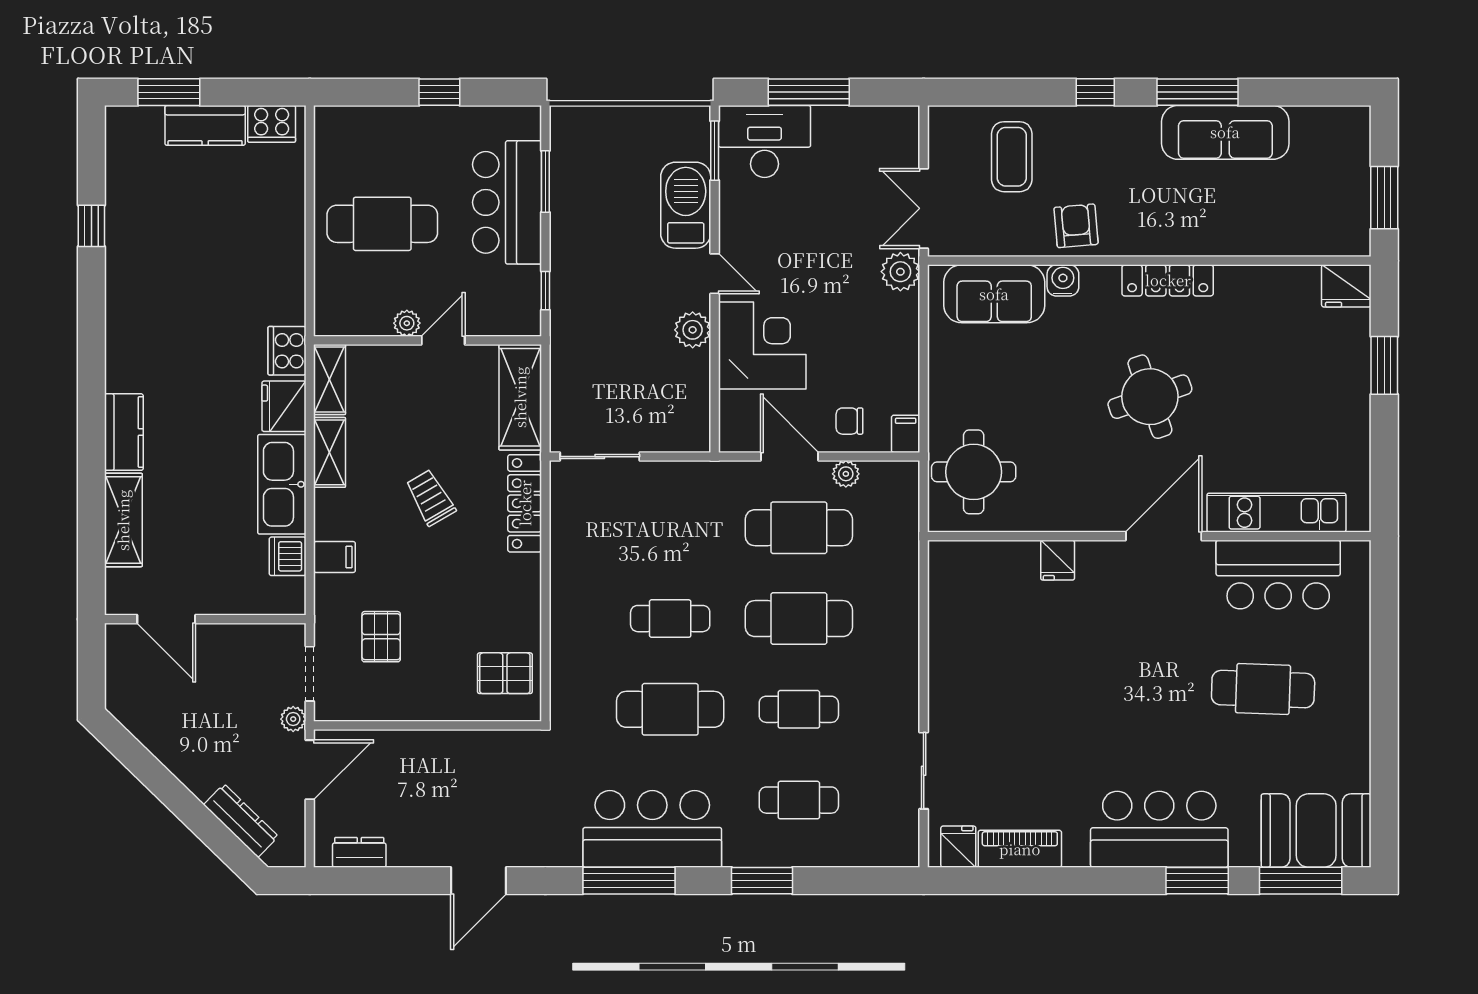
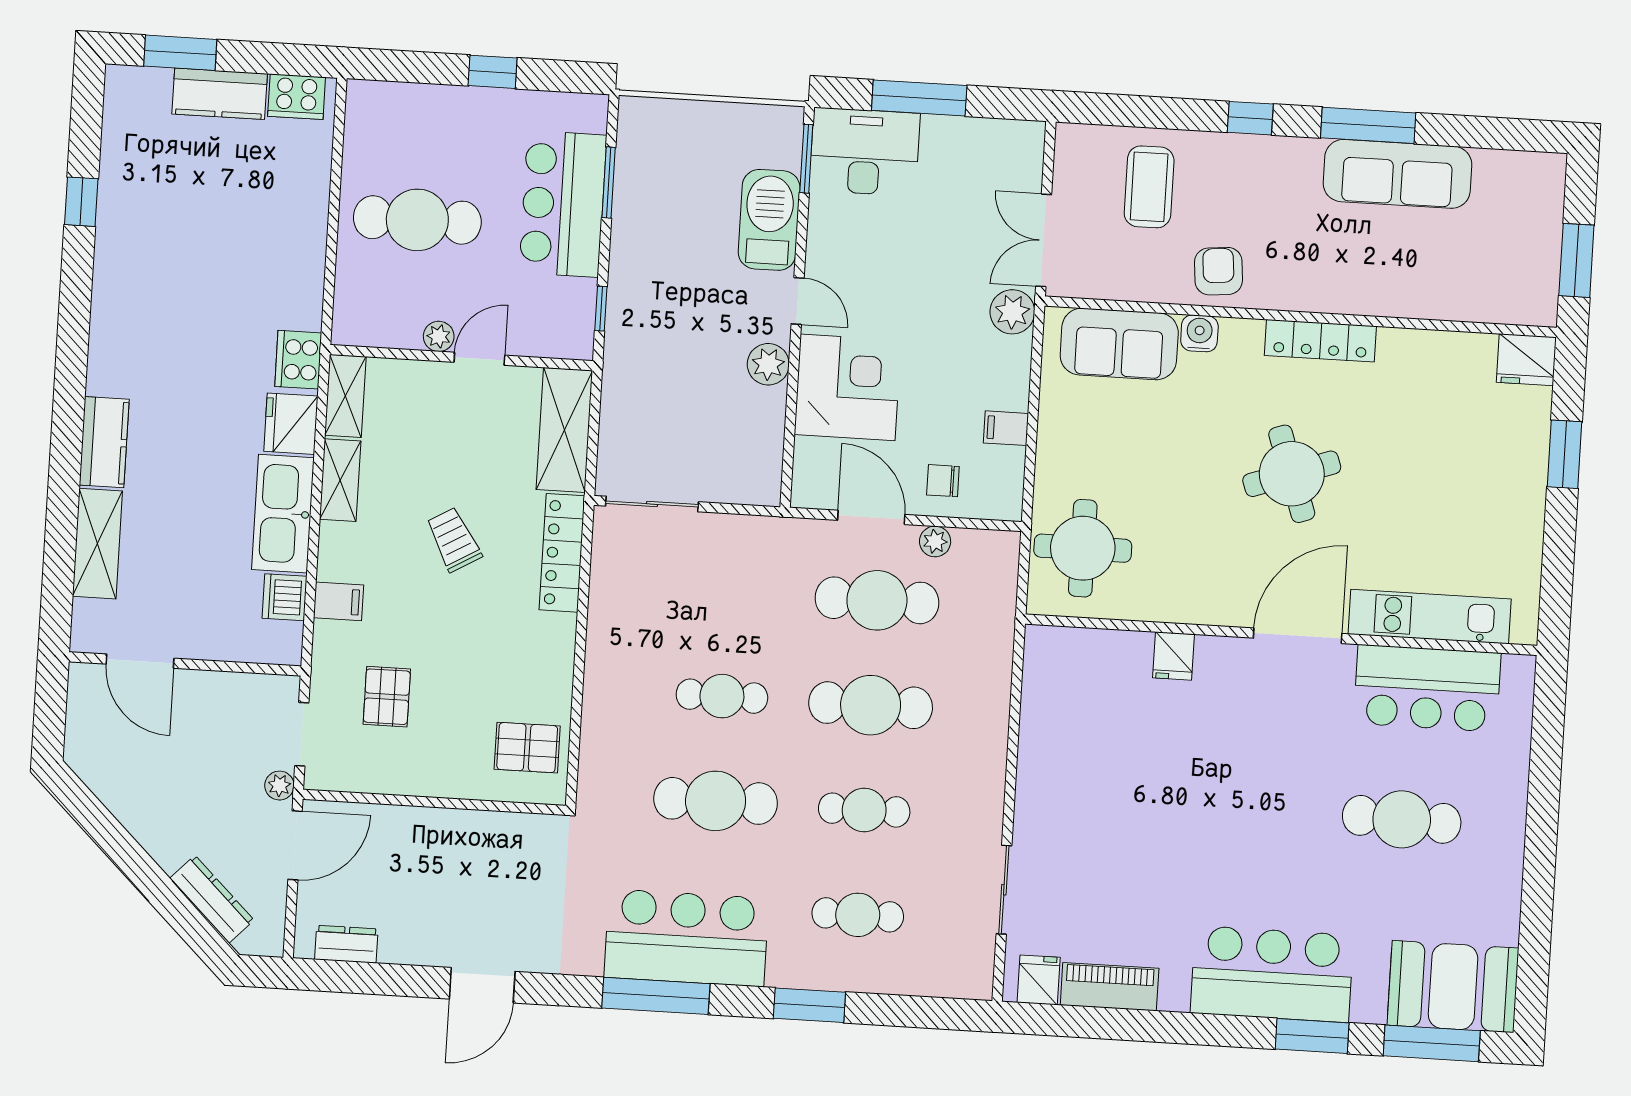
filing cabinet: (906, 434) -> (1006, 428), moved, turned -90

